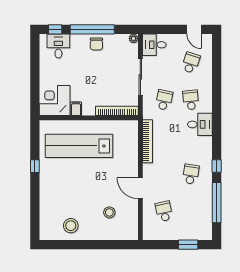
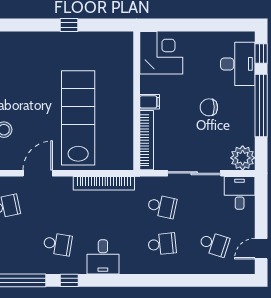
plant: (133, 39) -> (243, 158), width x1.88, depth x1.88
chair: (96, 44) -> (209, 107), moved
desk: (58, 46) -> (238, 64), width x1.37
filing cabinet: (76, 109) -> (150, 102), moved
desk: (200, 124) -> (103, 257), moved
lab bench: (79, 146) -> (78, 118), moved

